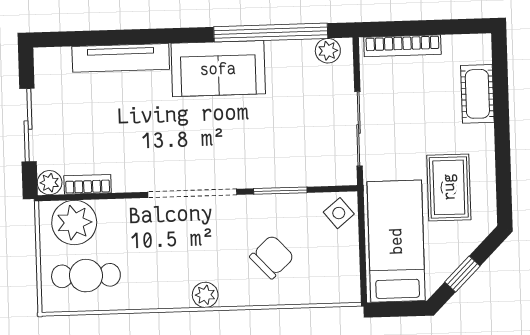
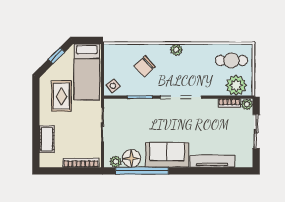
floor lamp: (294, 59) -> (132, 158), added

